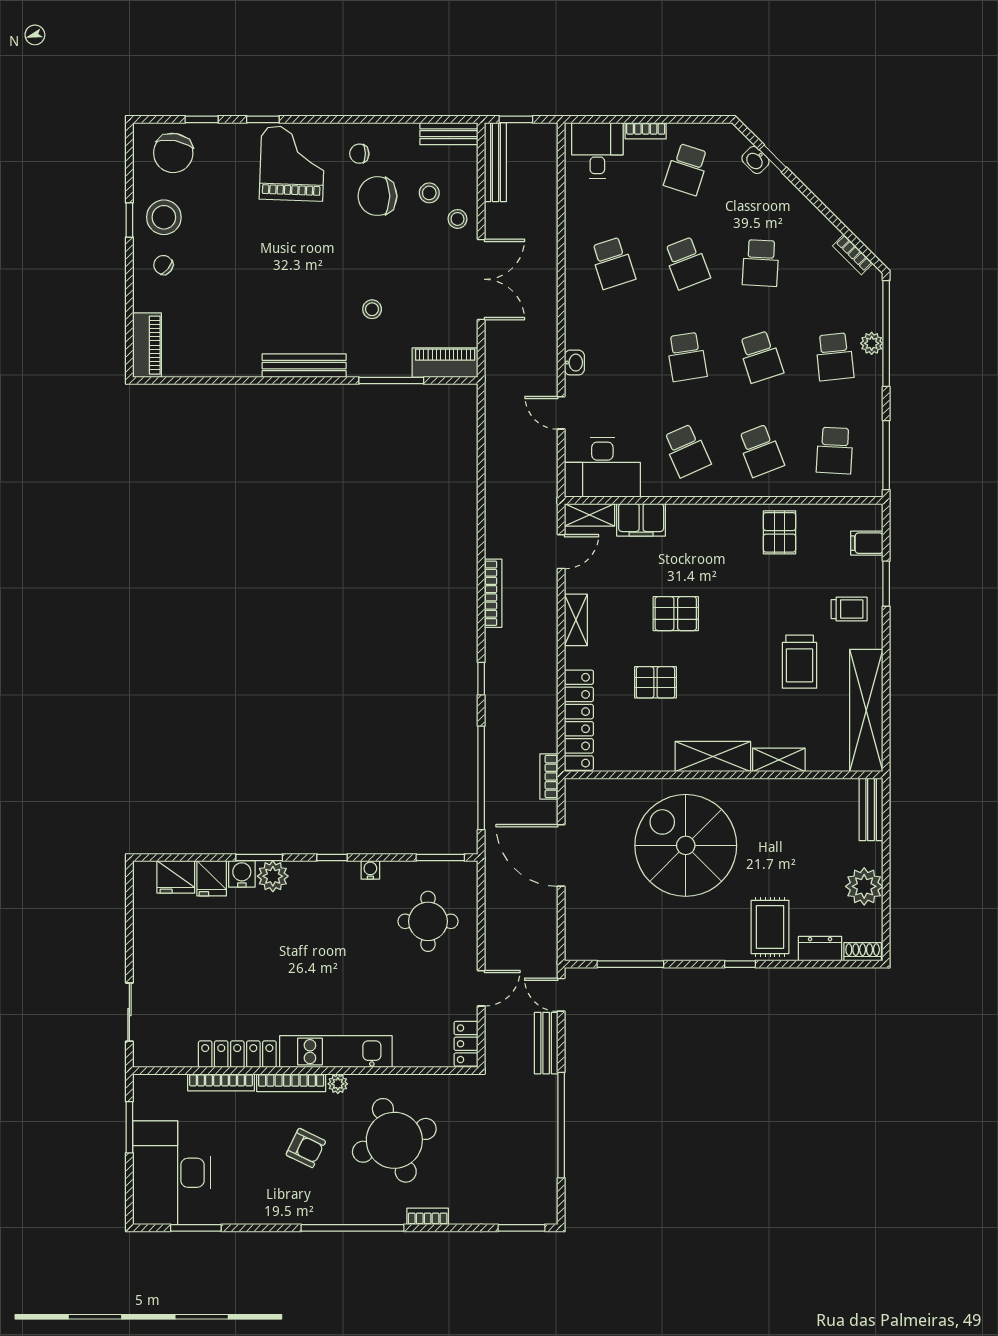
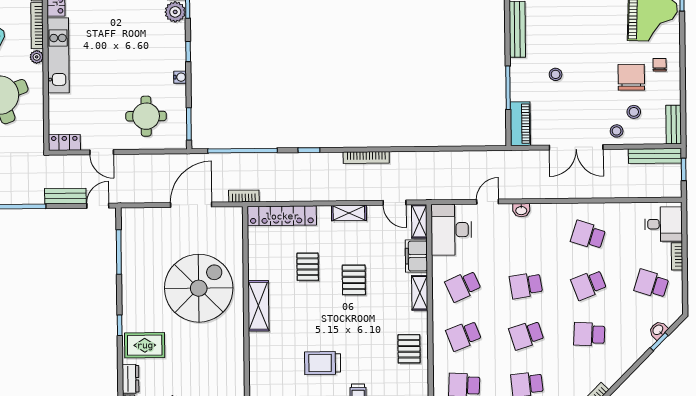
school desk: (613, 263) -> (588, 235), turned 36
pallet: (780, 532) -> (409, 349), turned 90
shelving: (779, 760) -> (420, 293), moved

